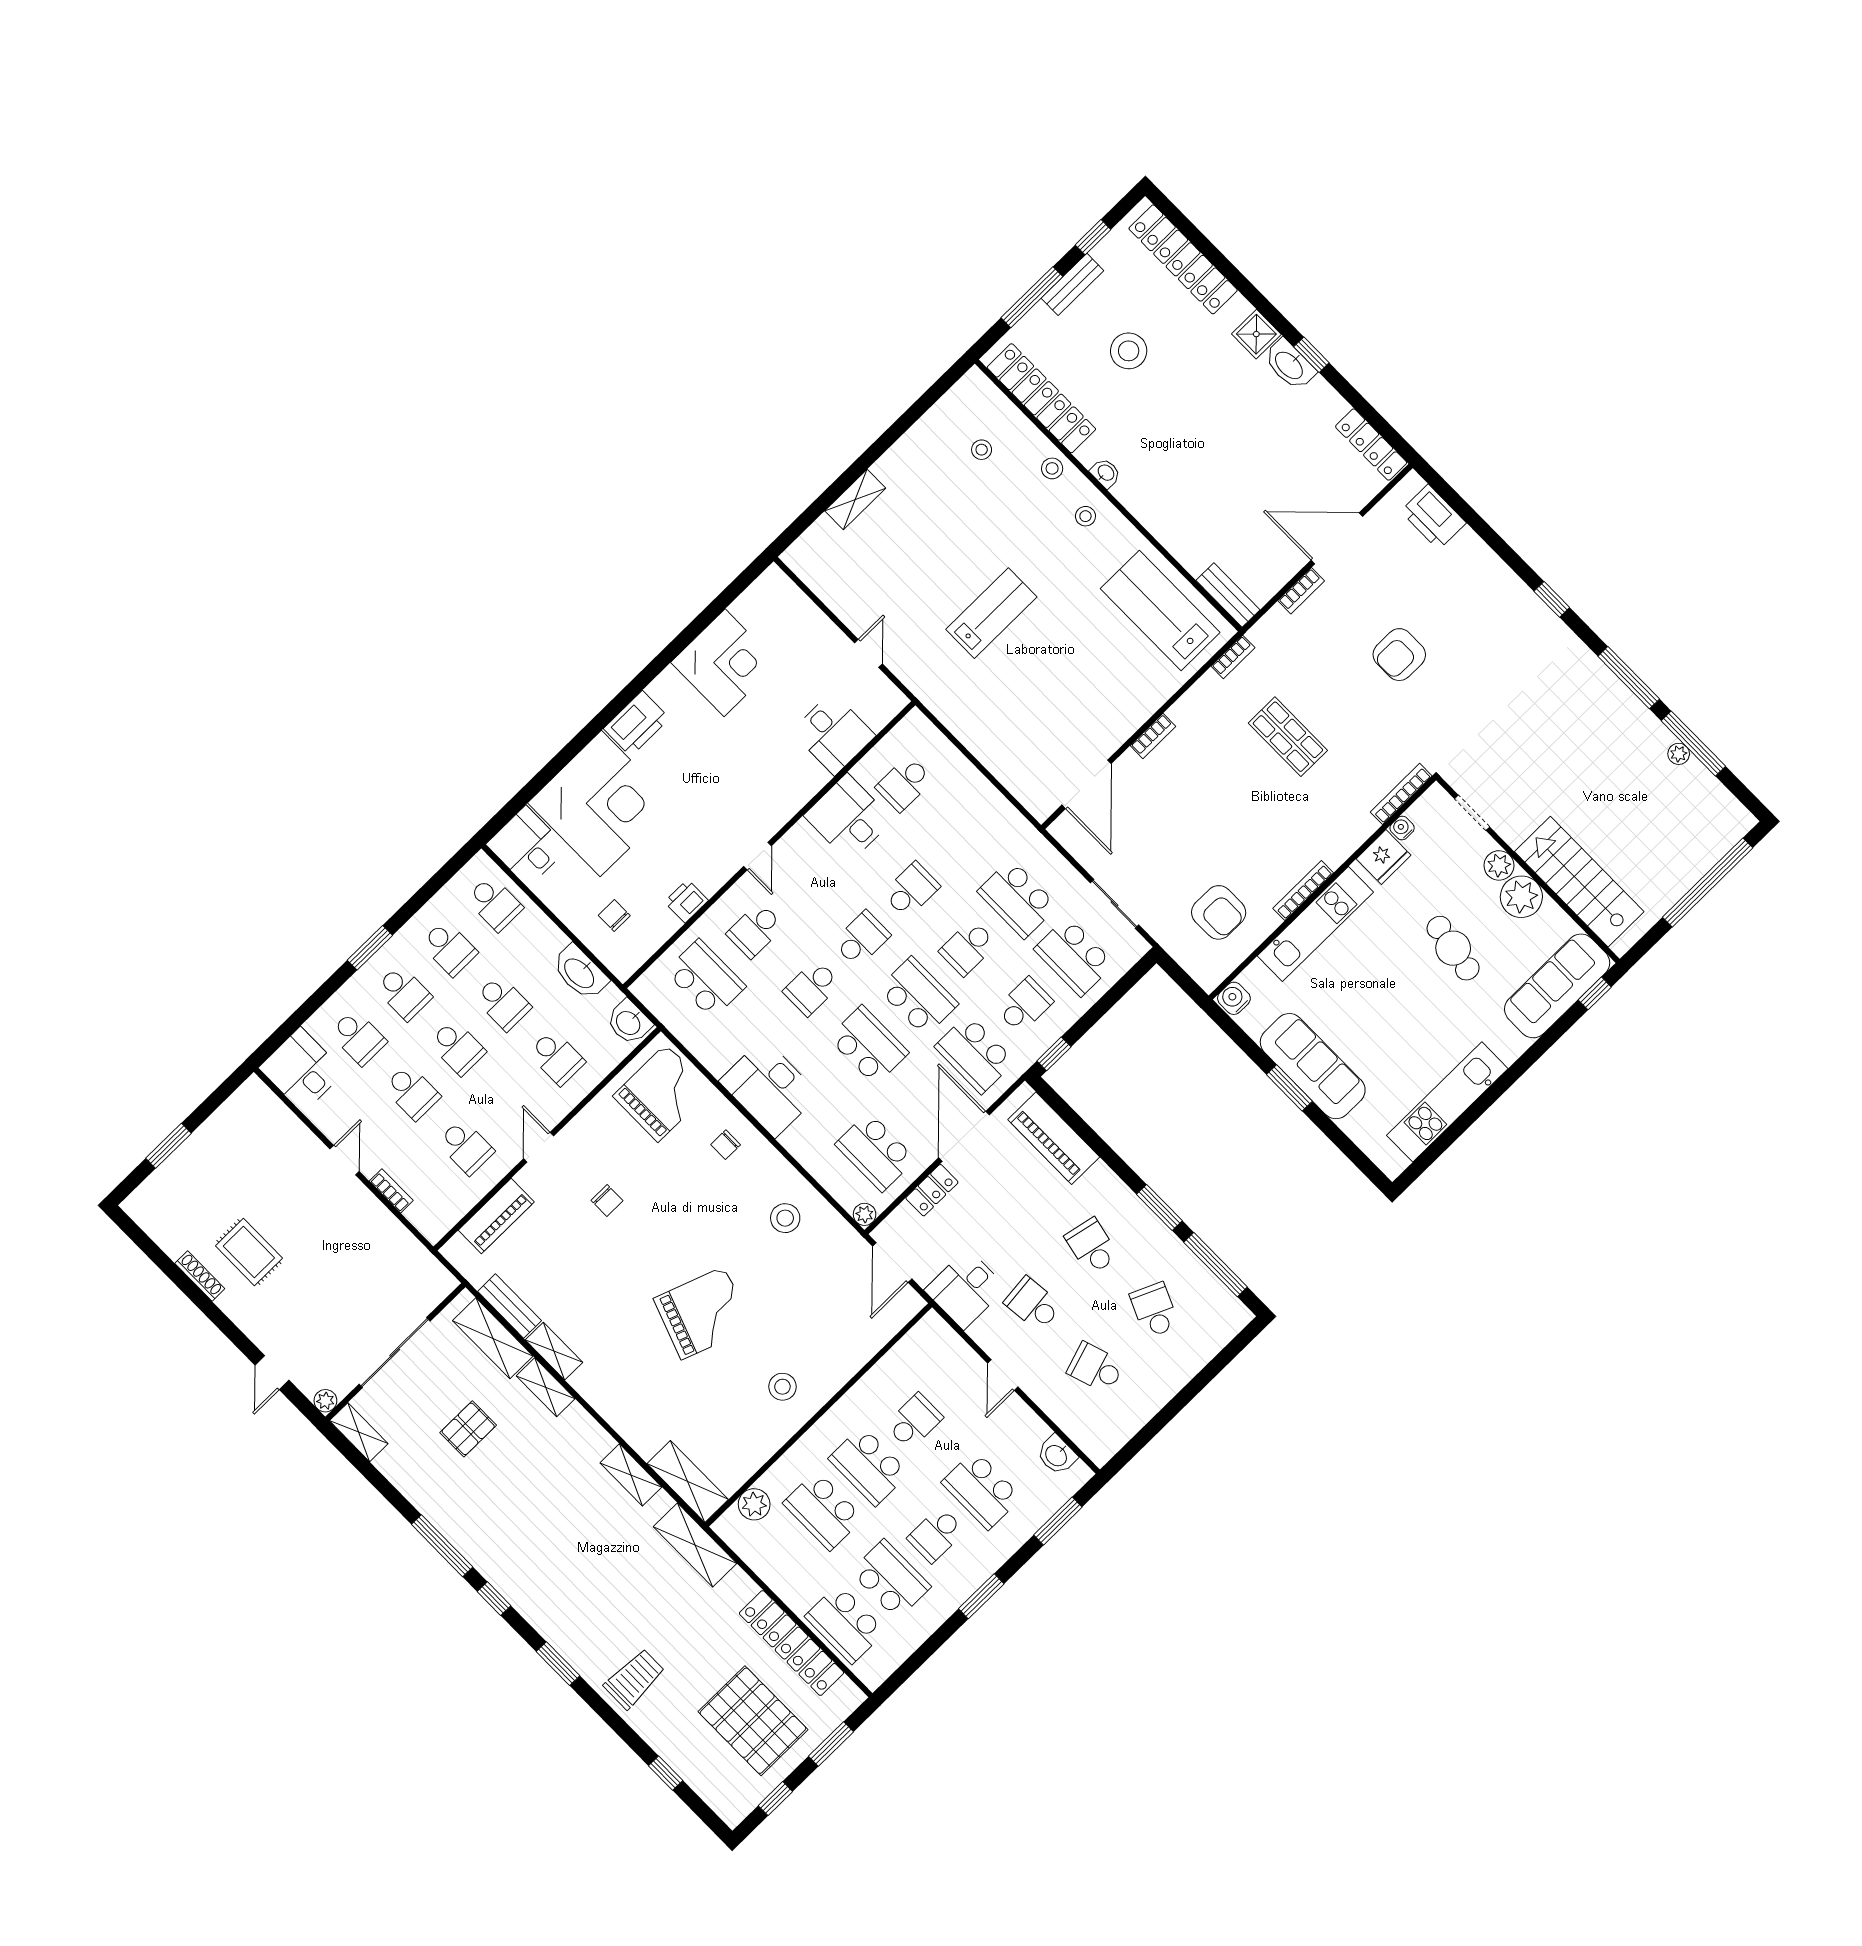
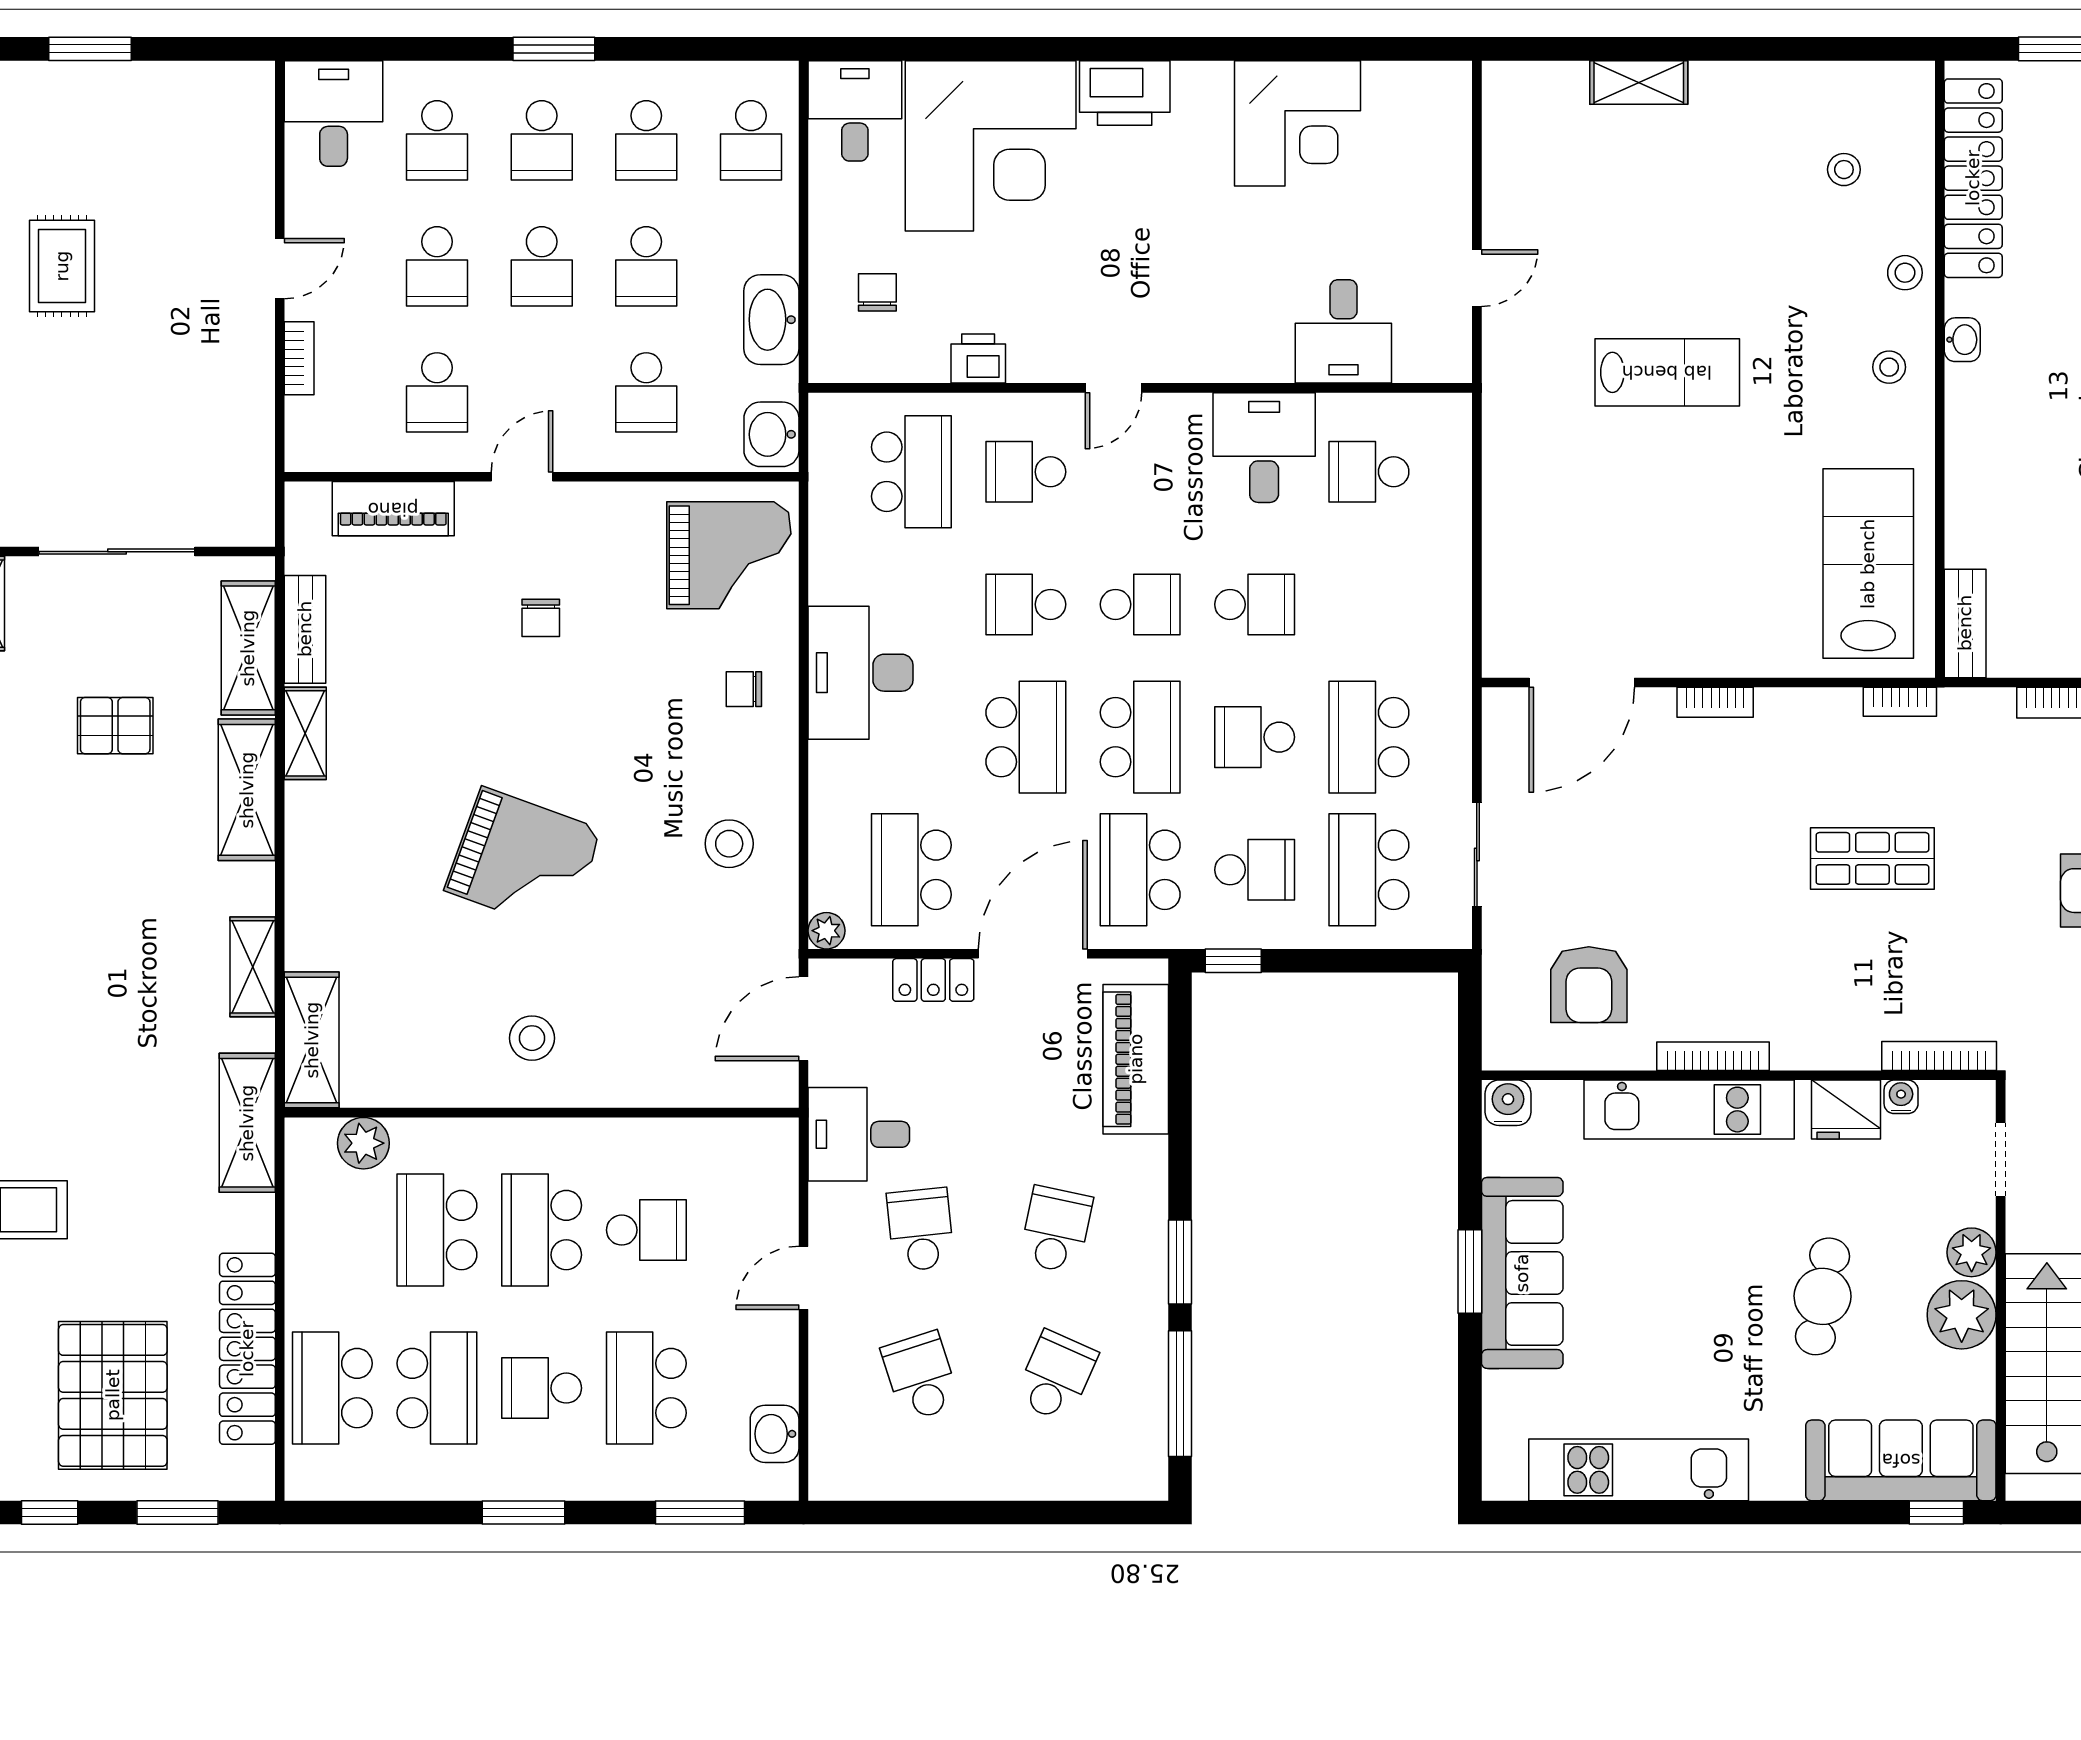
shop shelf: (1288, 737) -> (1872, 858), turned 90
shelving: (546, 1387) -> (247, 790), width x1.50, depth x1.33

